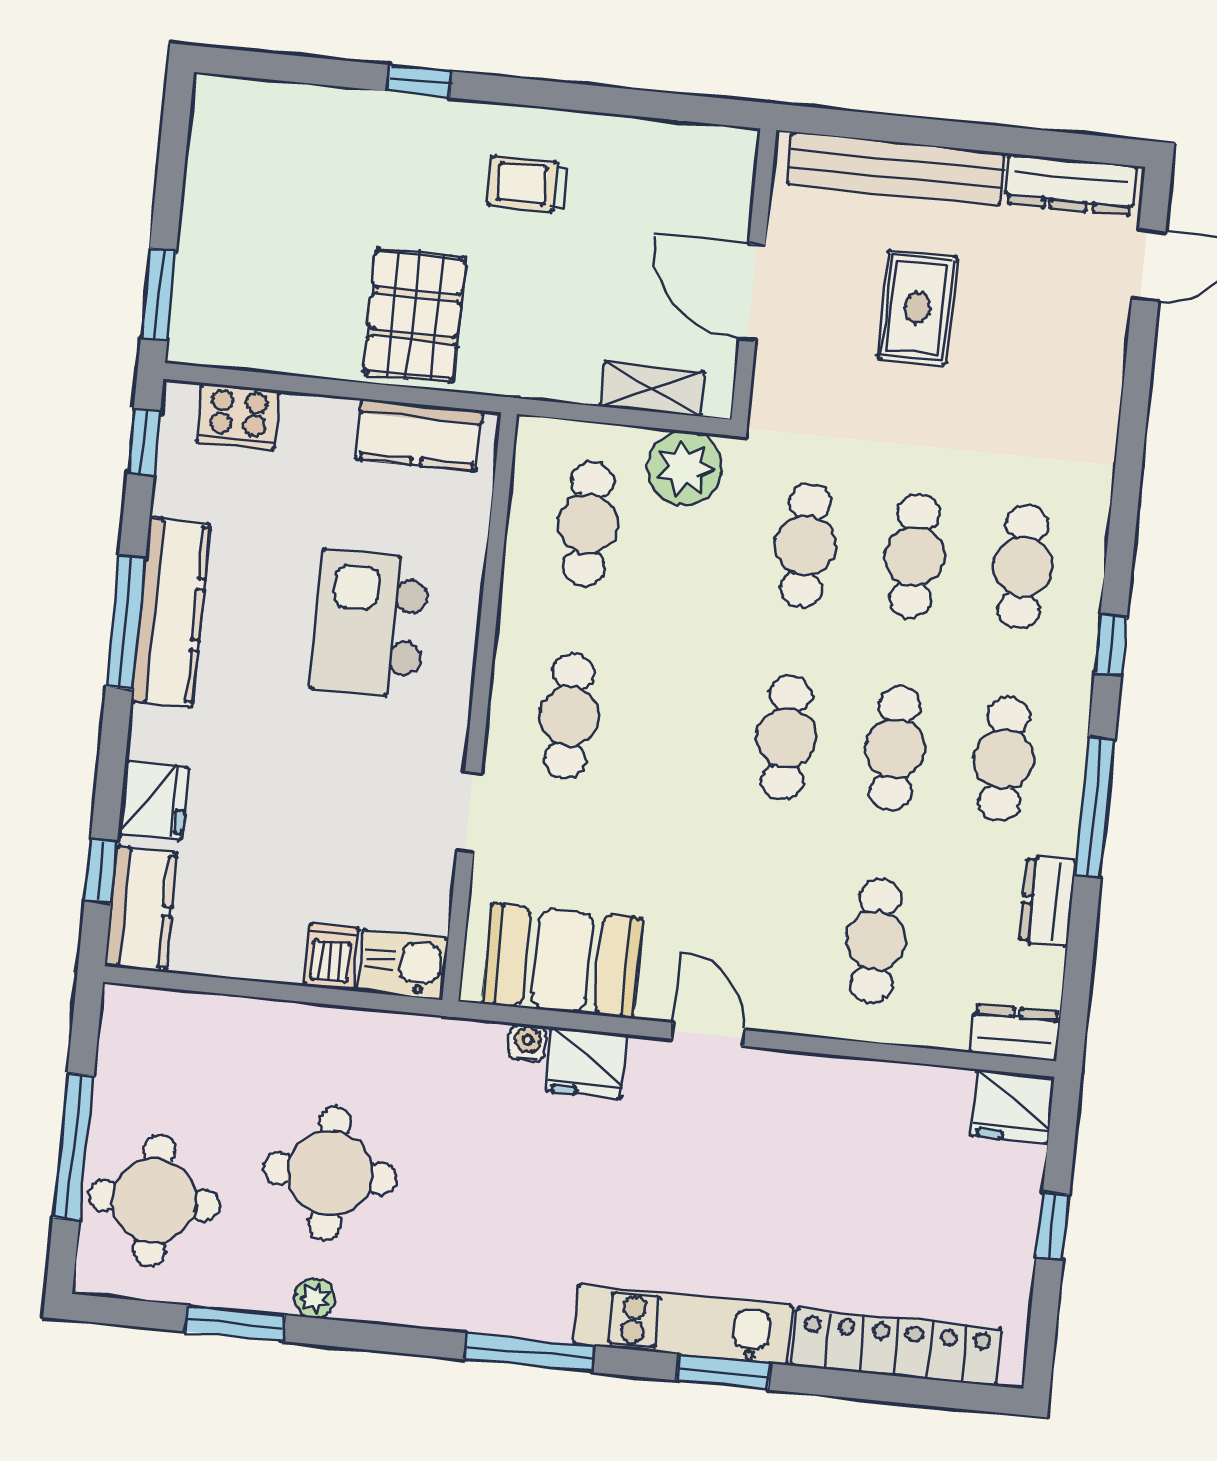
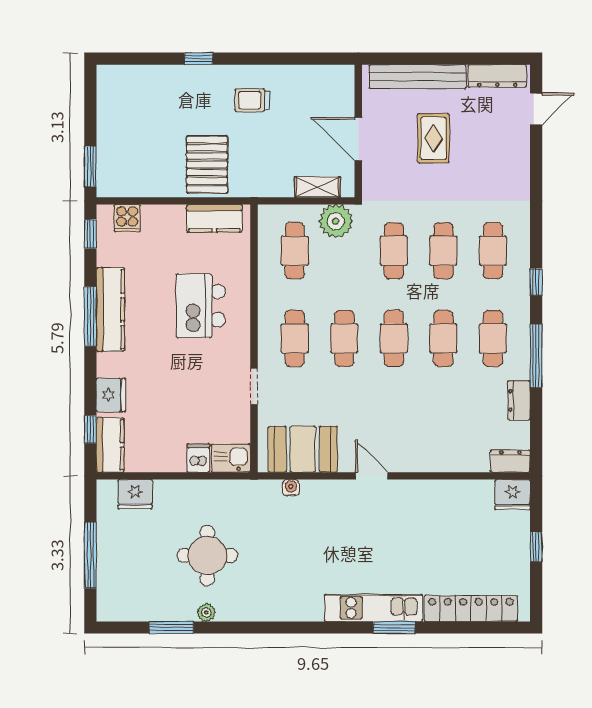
cooker: (238, 416) -> (127, 218), width x0.73
cafe table: (876, 941) -> (344, 338), moved
fridge: (586, 1063) -> (135, 494), moved
round table: (154, 1200) -> (129, 576), removed
window: (530, 1353) -> (306, 628), removed

